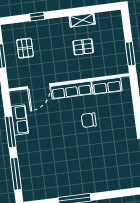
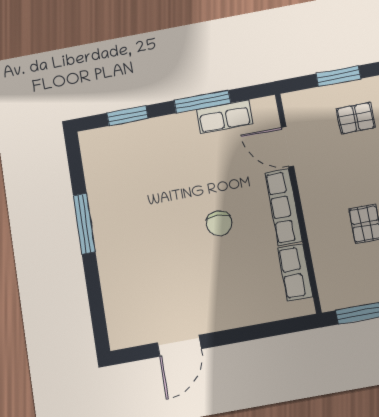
chair: (89, 120) -> (219, 223), moved, turned 180
window: (16, 174) -> (127, 116), width x0.69

